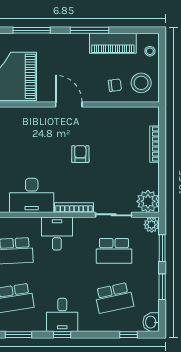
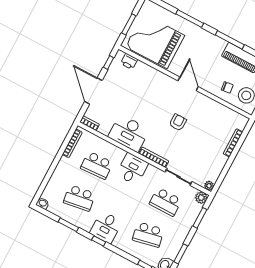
plant: (148, 201) -> (209, 186), width x0.53, depth x0.53
window: (162, 287) -> (181, 254), moved

